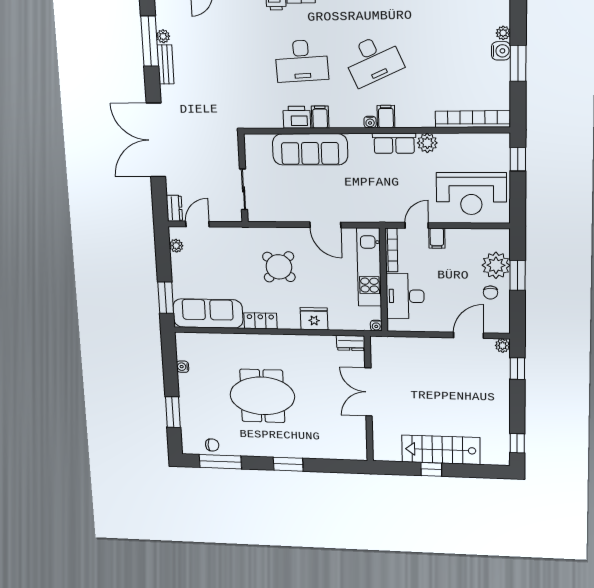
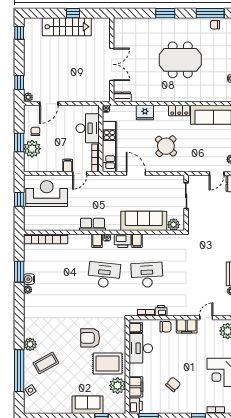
desk: (373, 60) -> (104, 275), turned 30
printer: (297, 117) -> (123, 241), moved
plant: (427, 143) -> (174, 225), moved
window: (518, 159) -> (19, 199), moved

